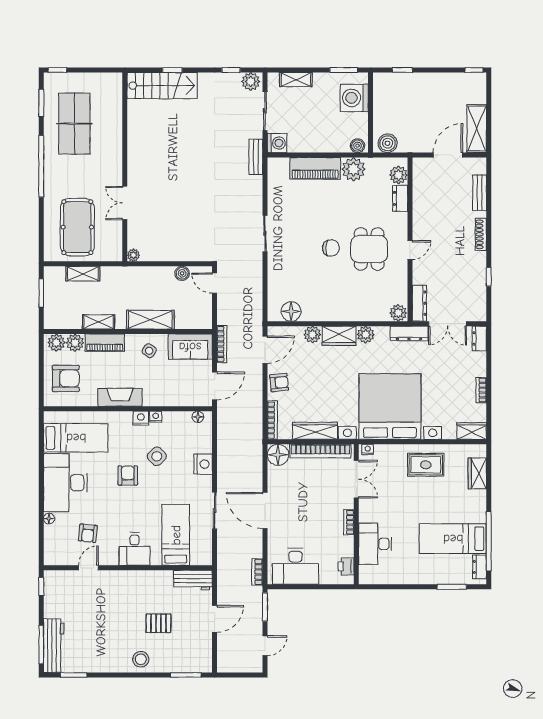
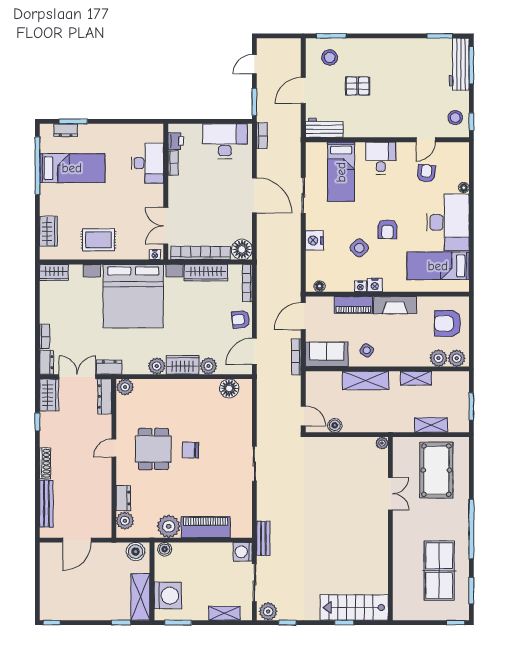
shelving: (477, 129) -> (140, 597), moved
bench: (480, 193) -> (46, 504), width x1.36
wardrobe: (477, 305) -> (49, 395), added
dresser: (409, 333) -> (109, 367), width x0.70
piano: (105, 343) -> (353, 305), moved, turned 180
bookcase: (481, 390) -> (45, 336), moved
bookcase: (349, 522) -> (173, 163), moved
dresser: (480, 567) -> (66, 130), moved, turned 90
stool: (58, 591) -> (455, 118), added
stool: (141, 659) -> (330, 57), moved

